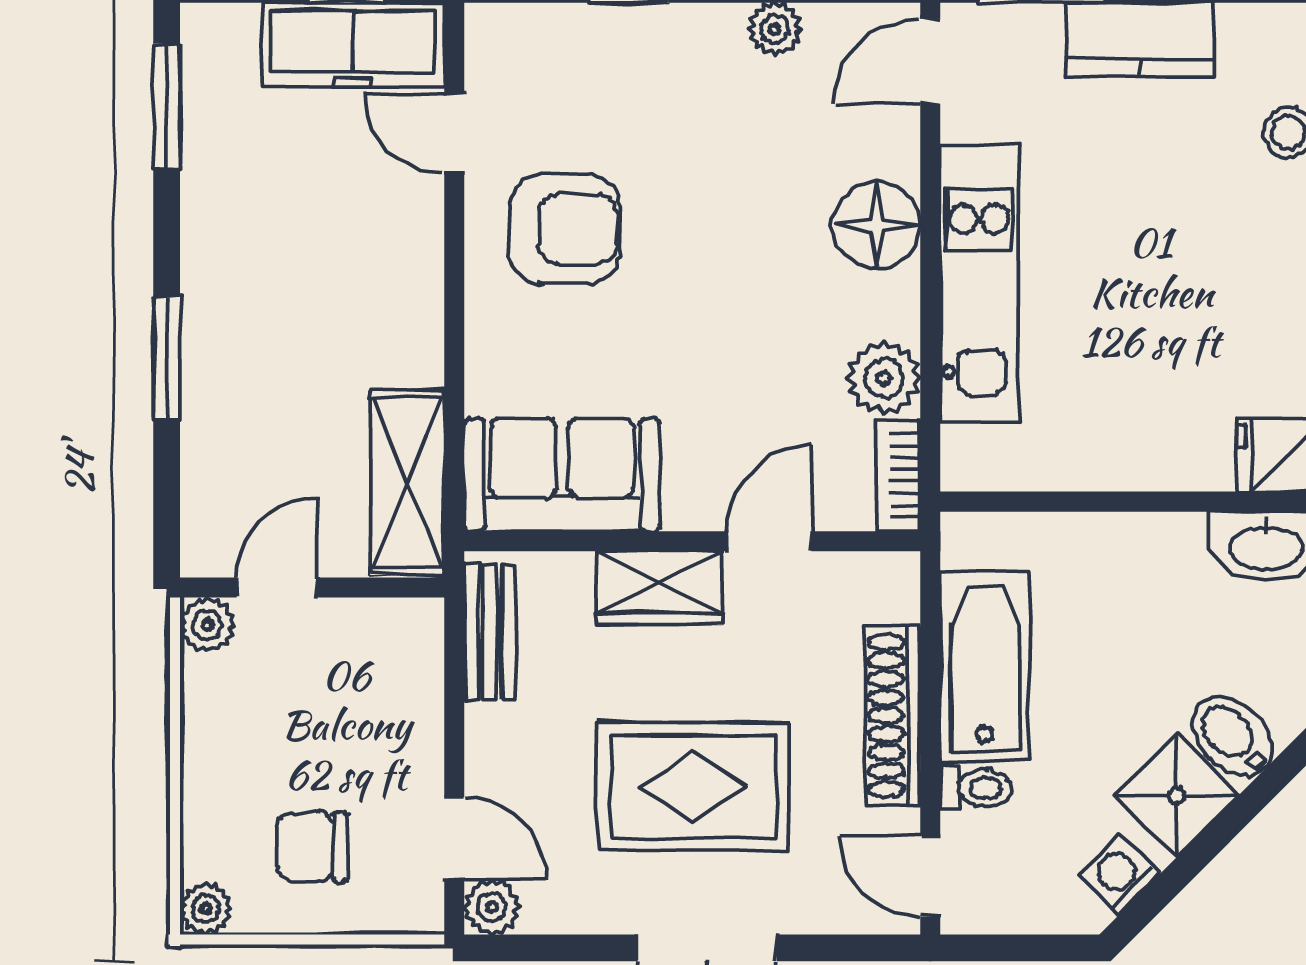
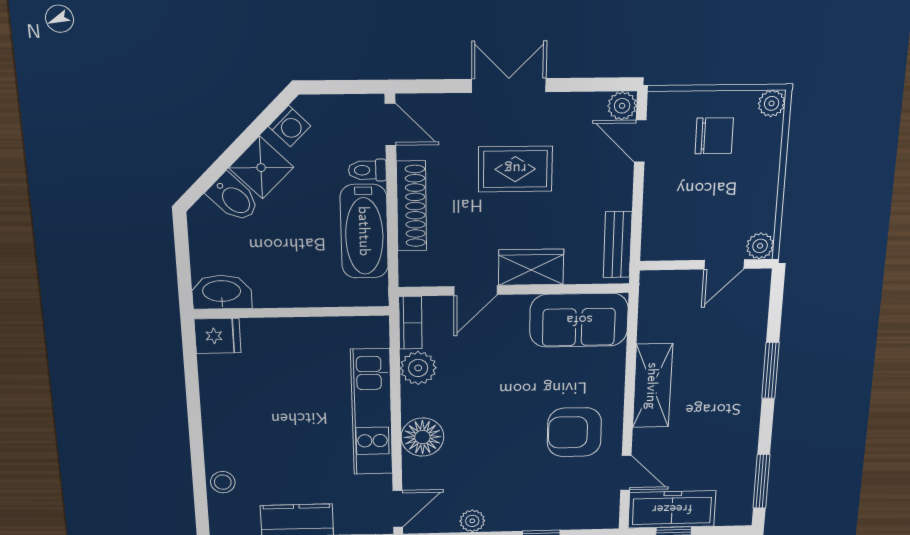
shelving: (407, 482) -> (652, 386), moved
rug: (693, 786) -> (515, 169), width x0.73, depth x0.70

